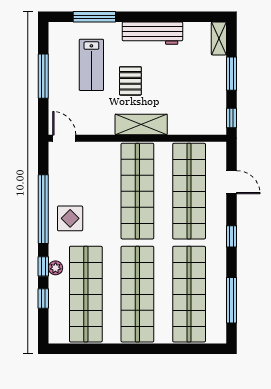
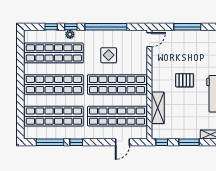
lab bench: (91, 65) -> (194, 56), removed
shelving: (141, 124) -> (158, 108), moved
display table: (70, 218) -> (109, 55), moved
window: (232, 236) -> (76, 142), moved

